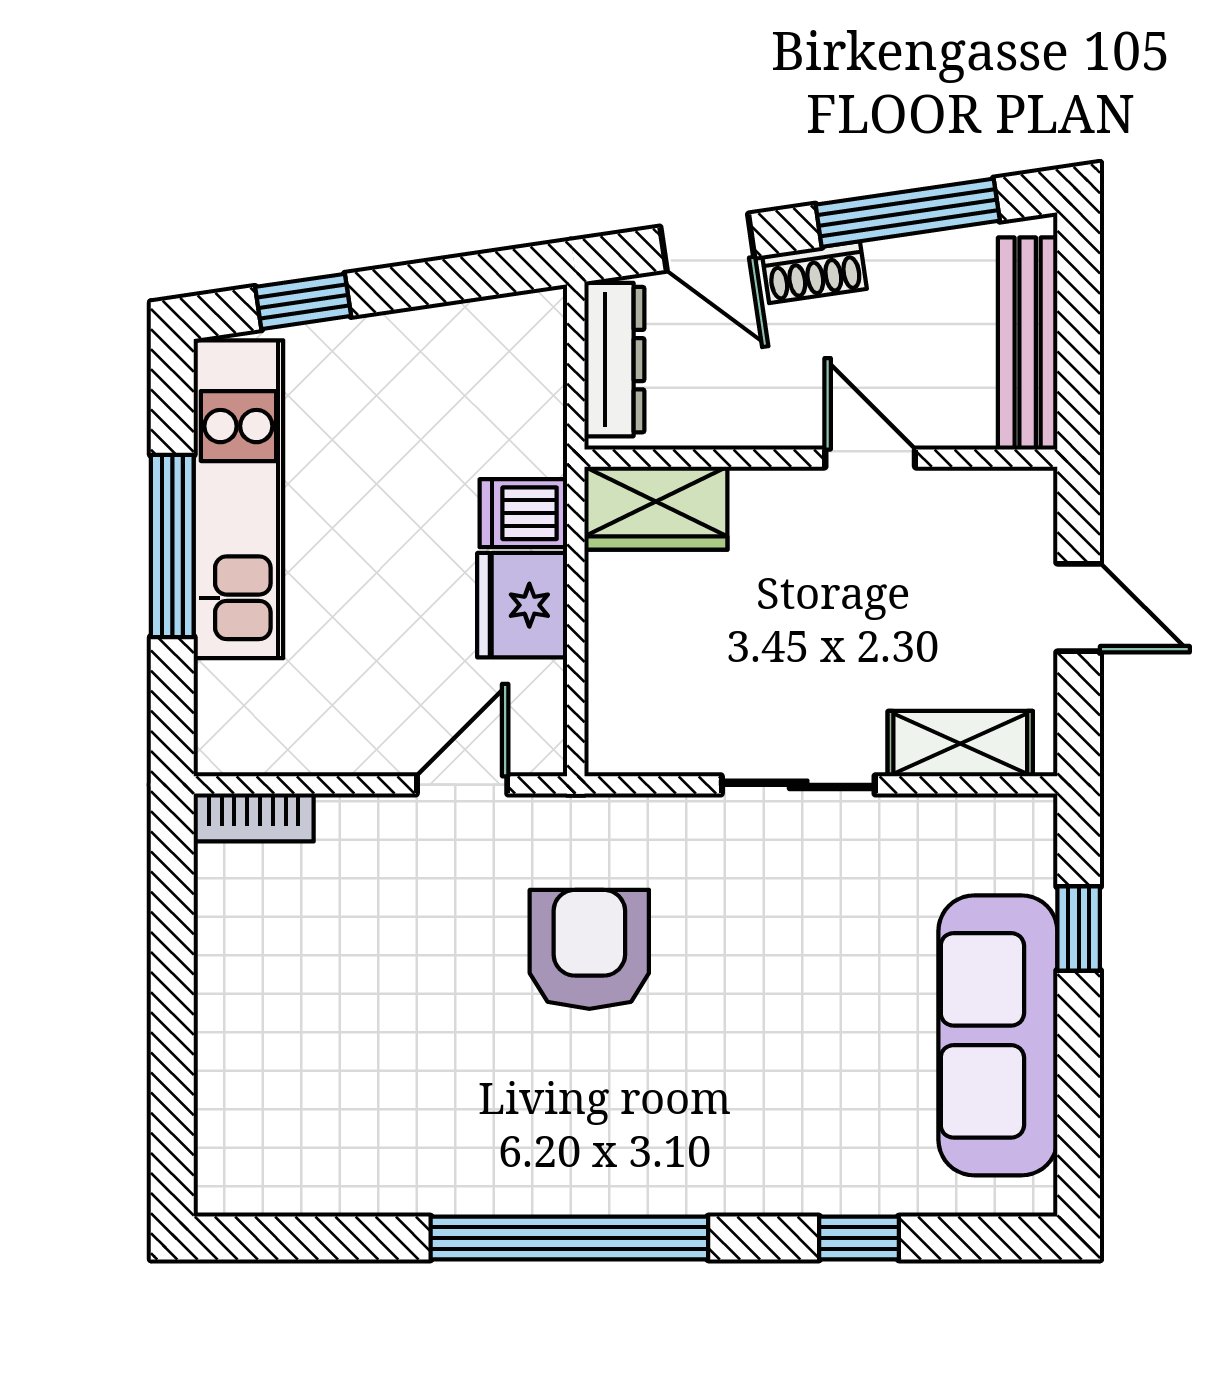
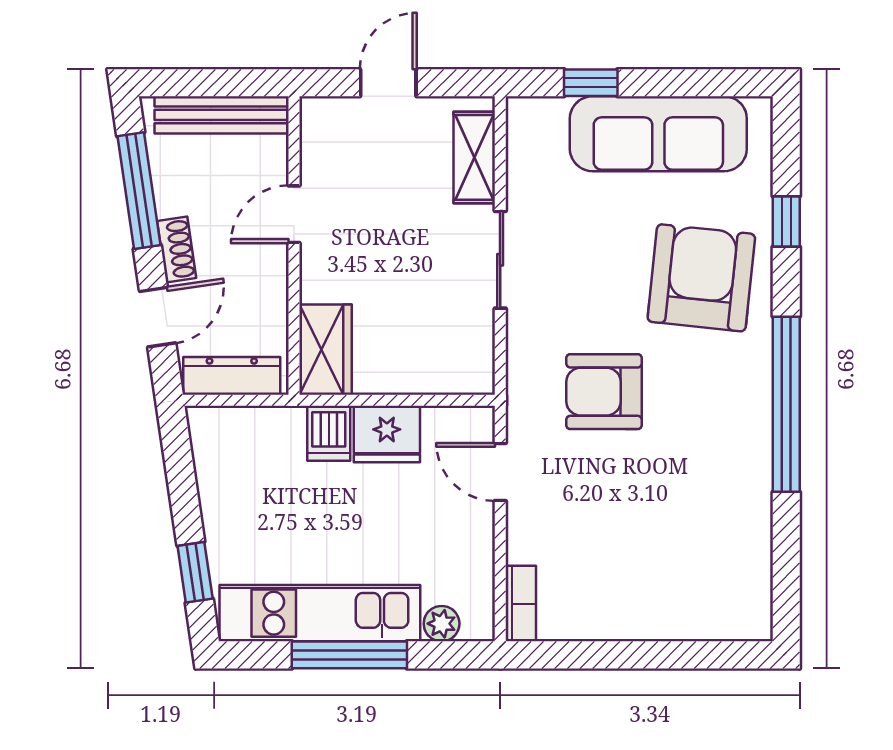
plant: (222, 692) -> (442, 624), added
armchair: (770, 1104) -> (701, 278), added

